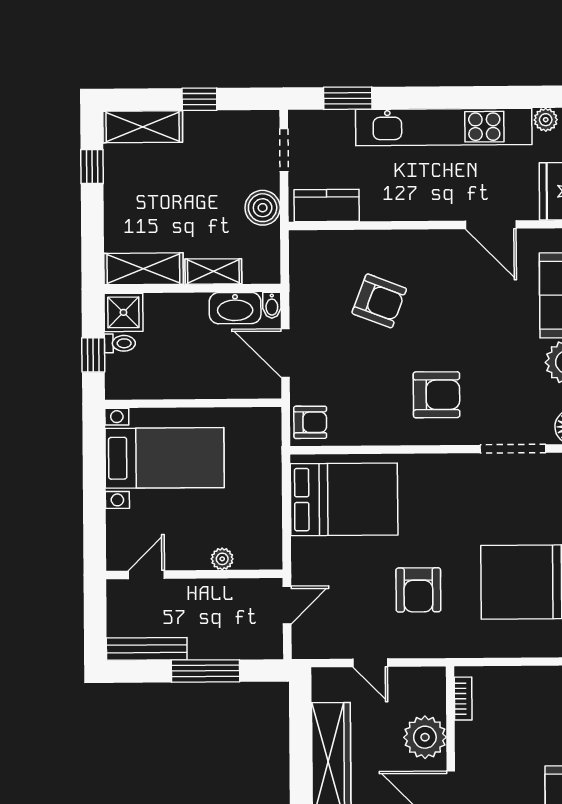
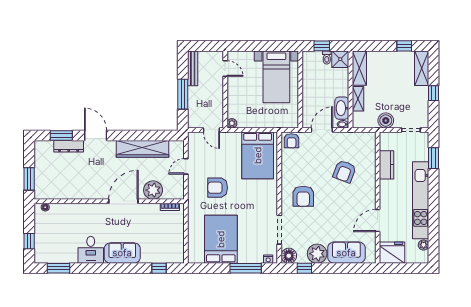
kitchen counter: (327, 205) -> (387, 165), moved
plant: (222, 559) -> (232, 123), moved

